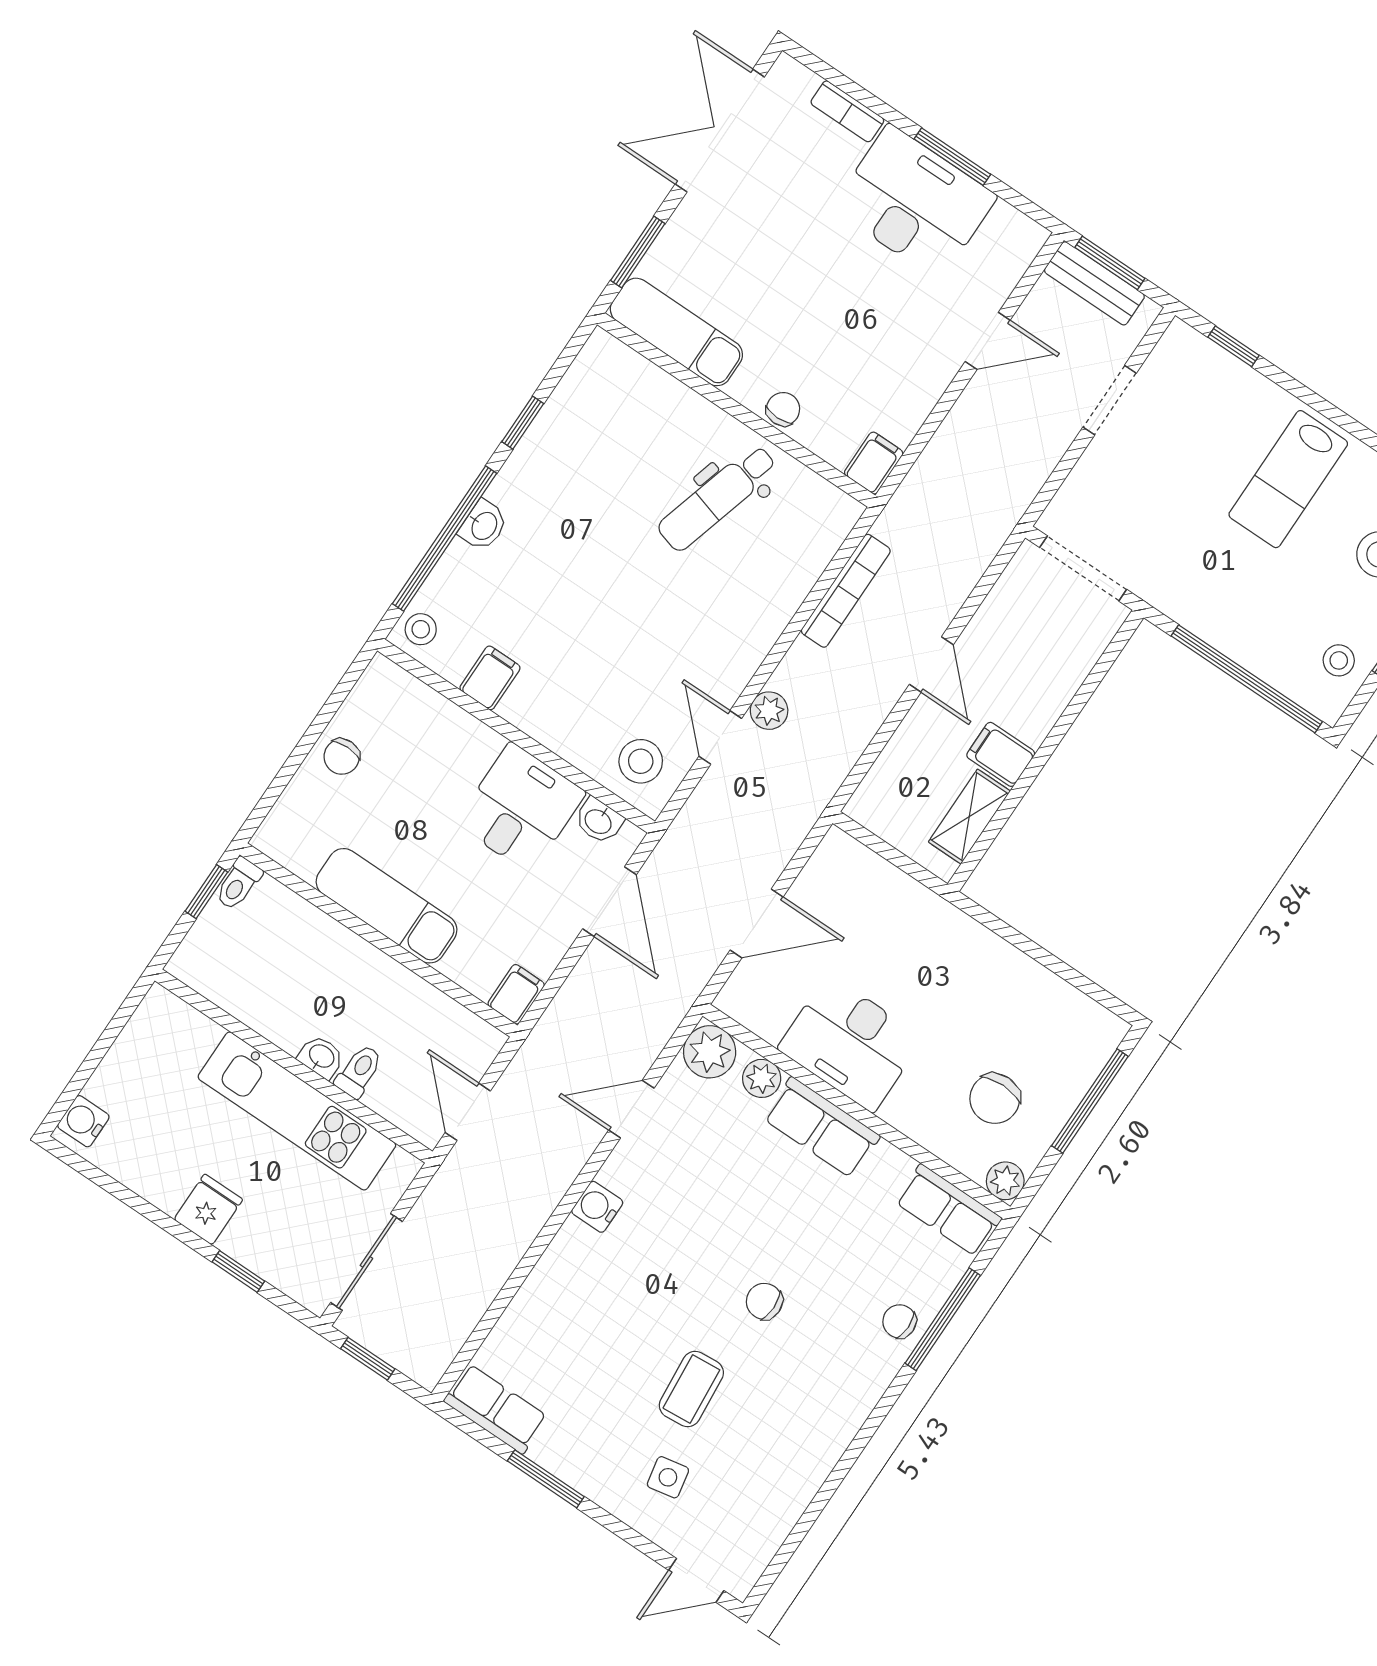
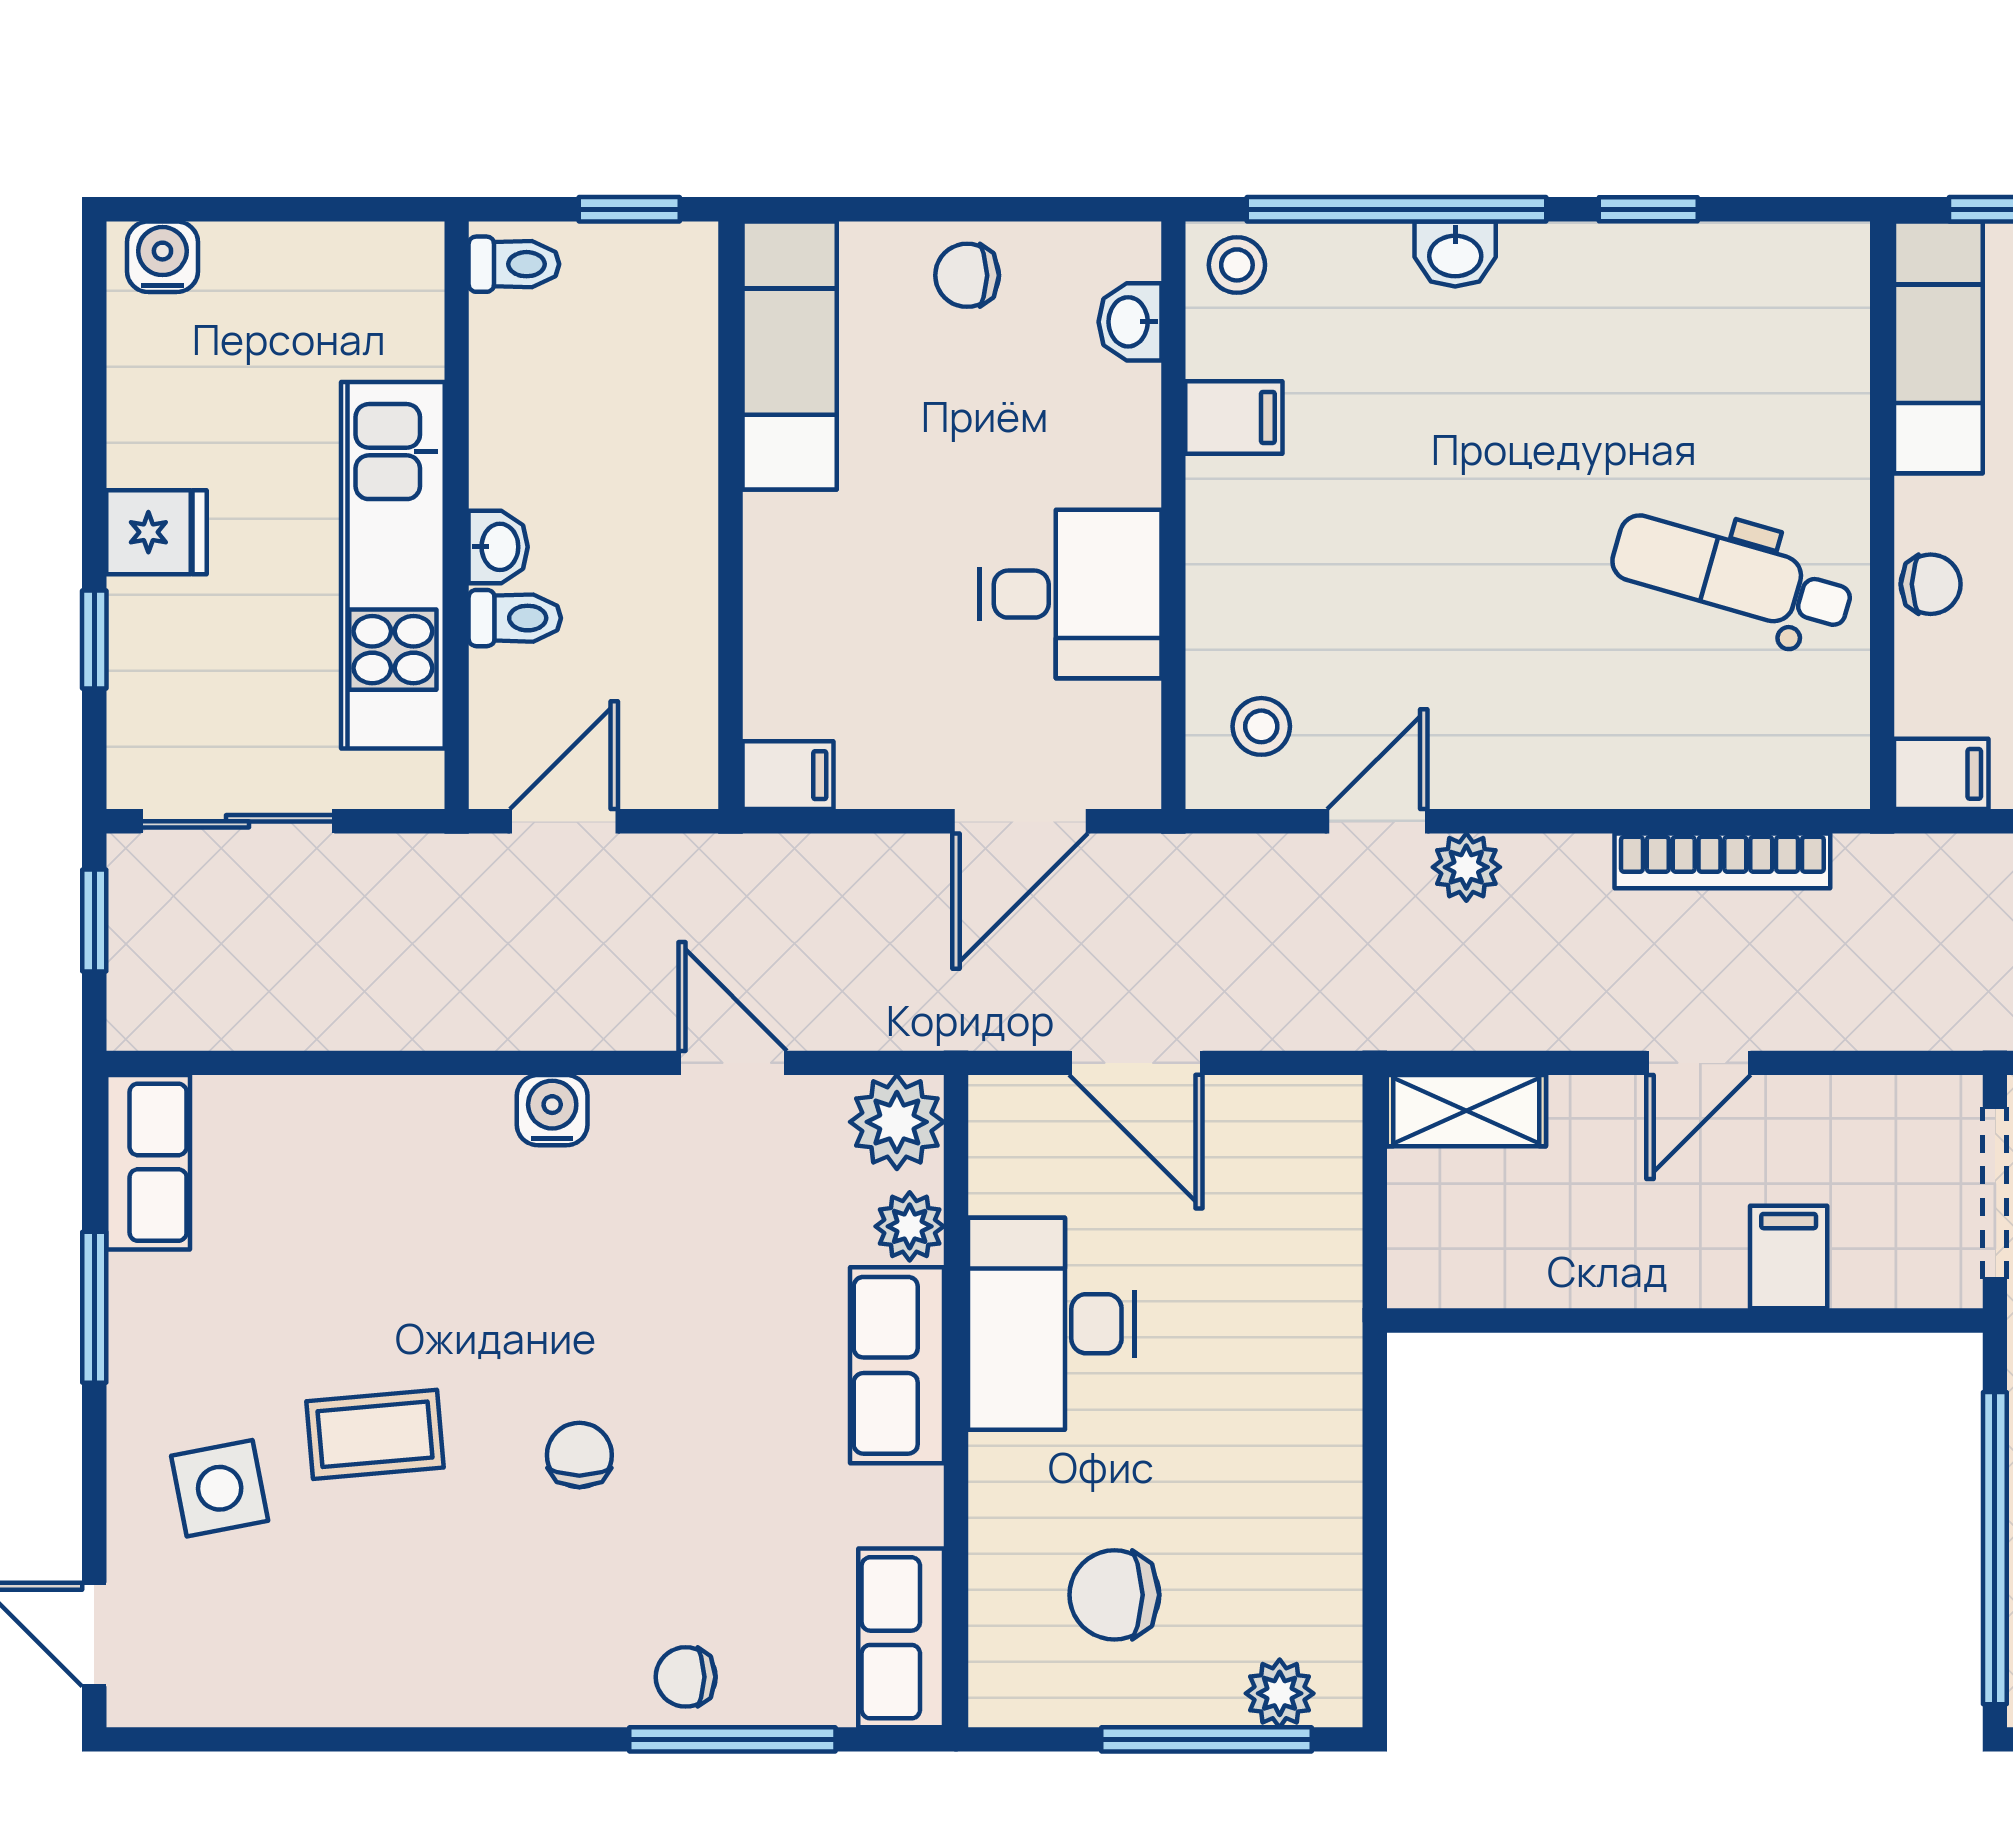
filing cabinet: (1001, 754) -> (1789, 1257), moved
stool: (641, 761) -> (1261, 726), width x0.73, depth x0.73
shelving: (969, 817) -> (1466, 1111), moved
washbasin: (599, 821) -> (1130, 322), moved
toilet: (238, 884) -> (514, 264), moved, turned 180
exam couch: (387, 906) -> (790, 355), moved
plant: (1005, 1181) -> (1280, 1693), moved
chair: (899, 1321) -> (686, 1677), turned -90
side table: (668, 1477) -> (220, 1488), width x1.37, depth x1.37

